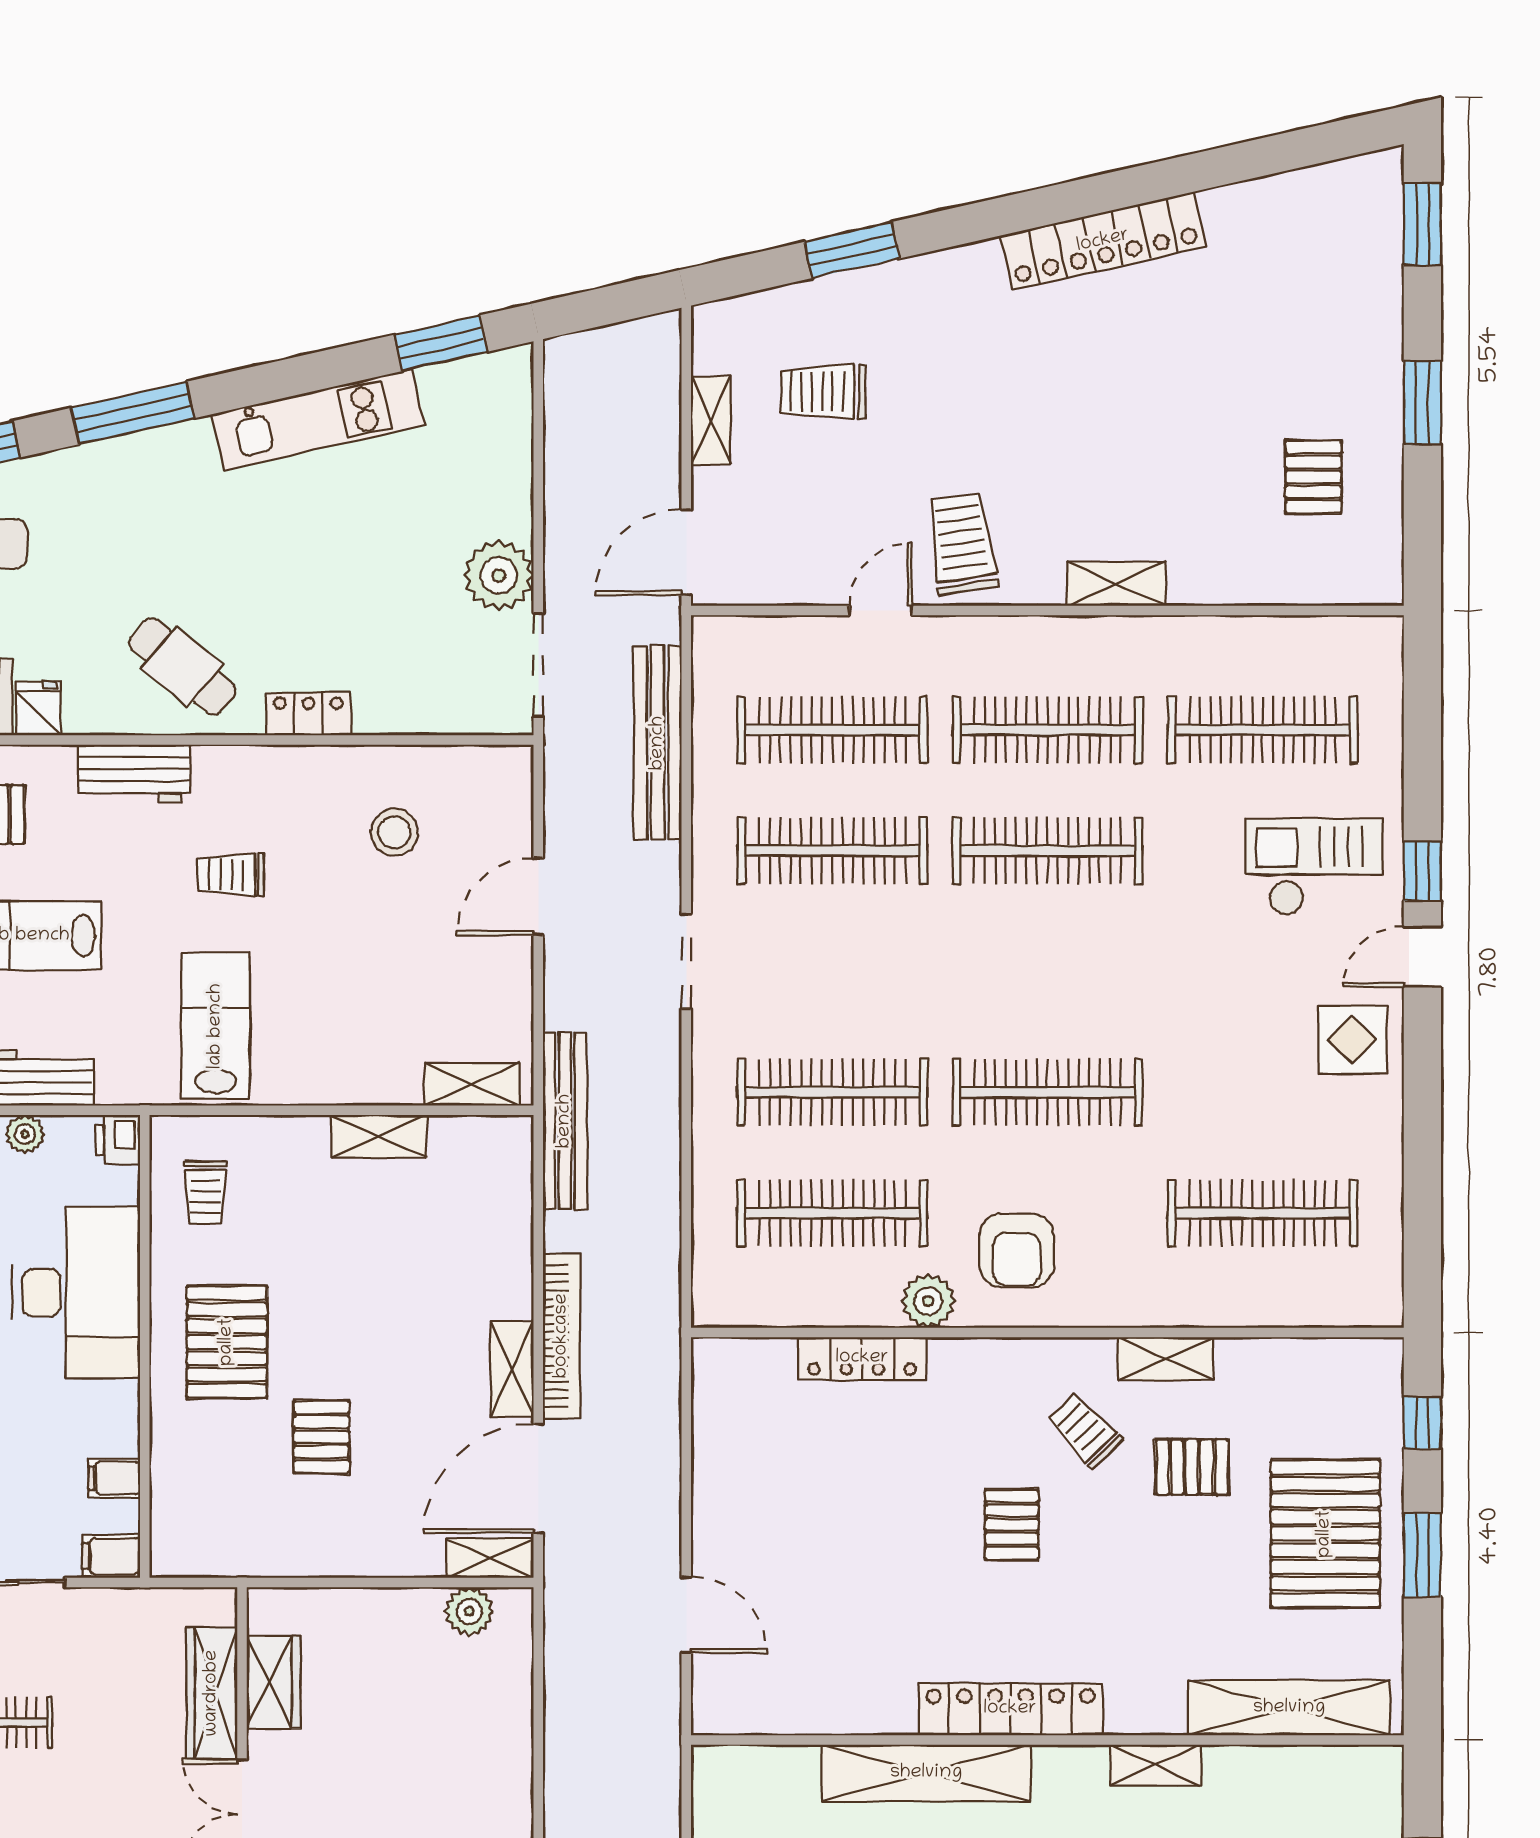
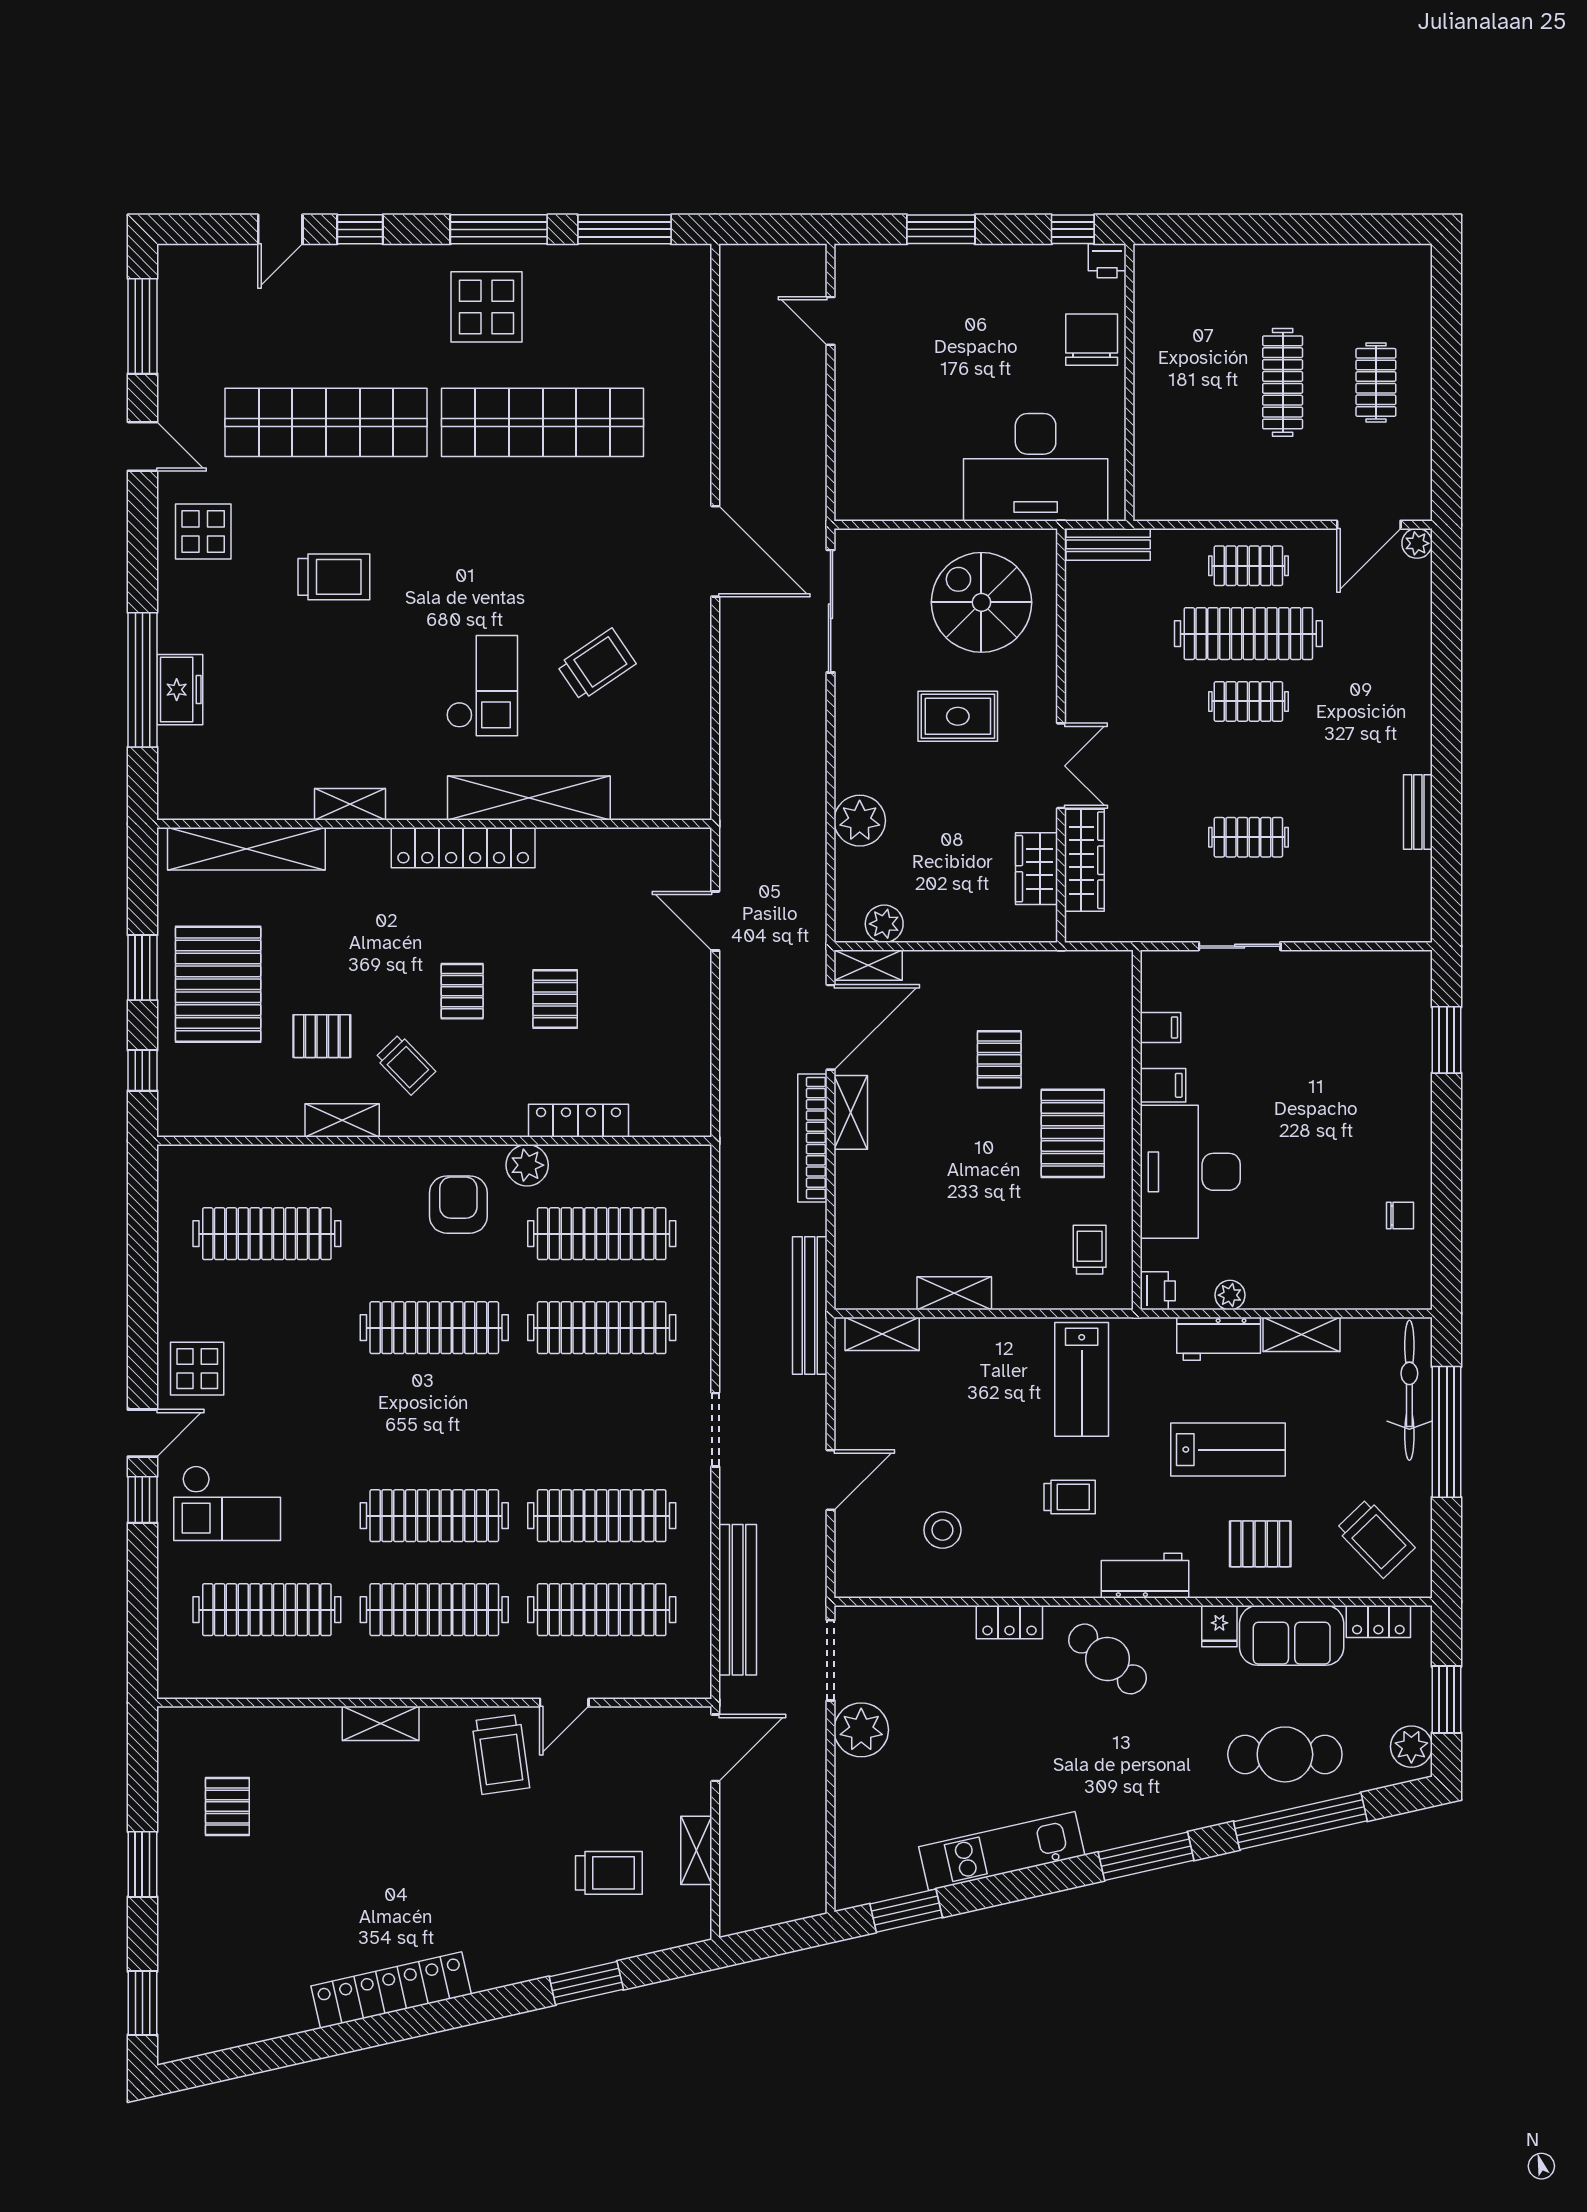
pallet: (892, 1515) -> (555, 999), added
filing cabinet: (111, 1556) -> (1163, 1085), moved
plant: (501, 1744) -> (860, 821), added

